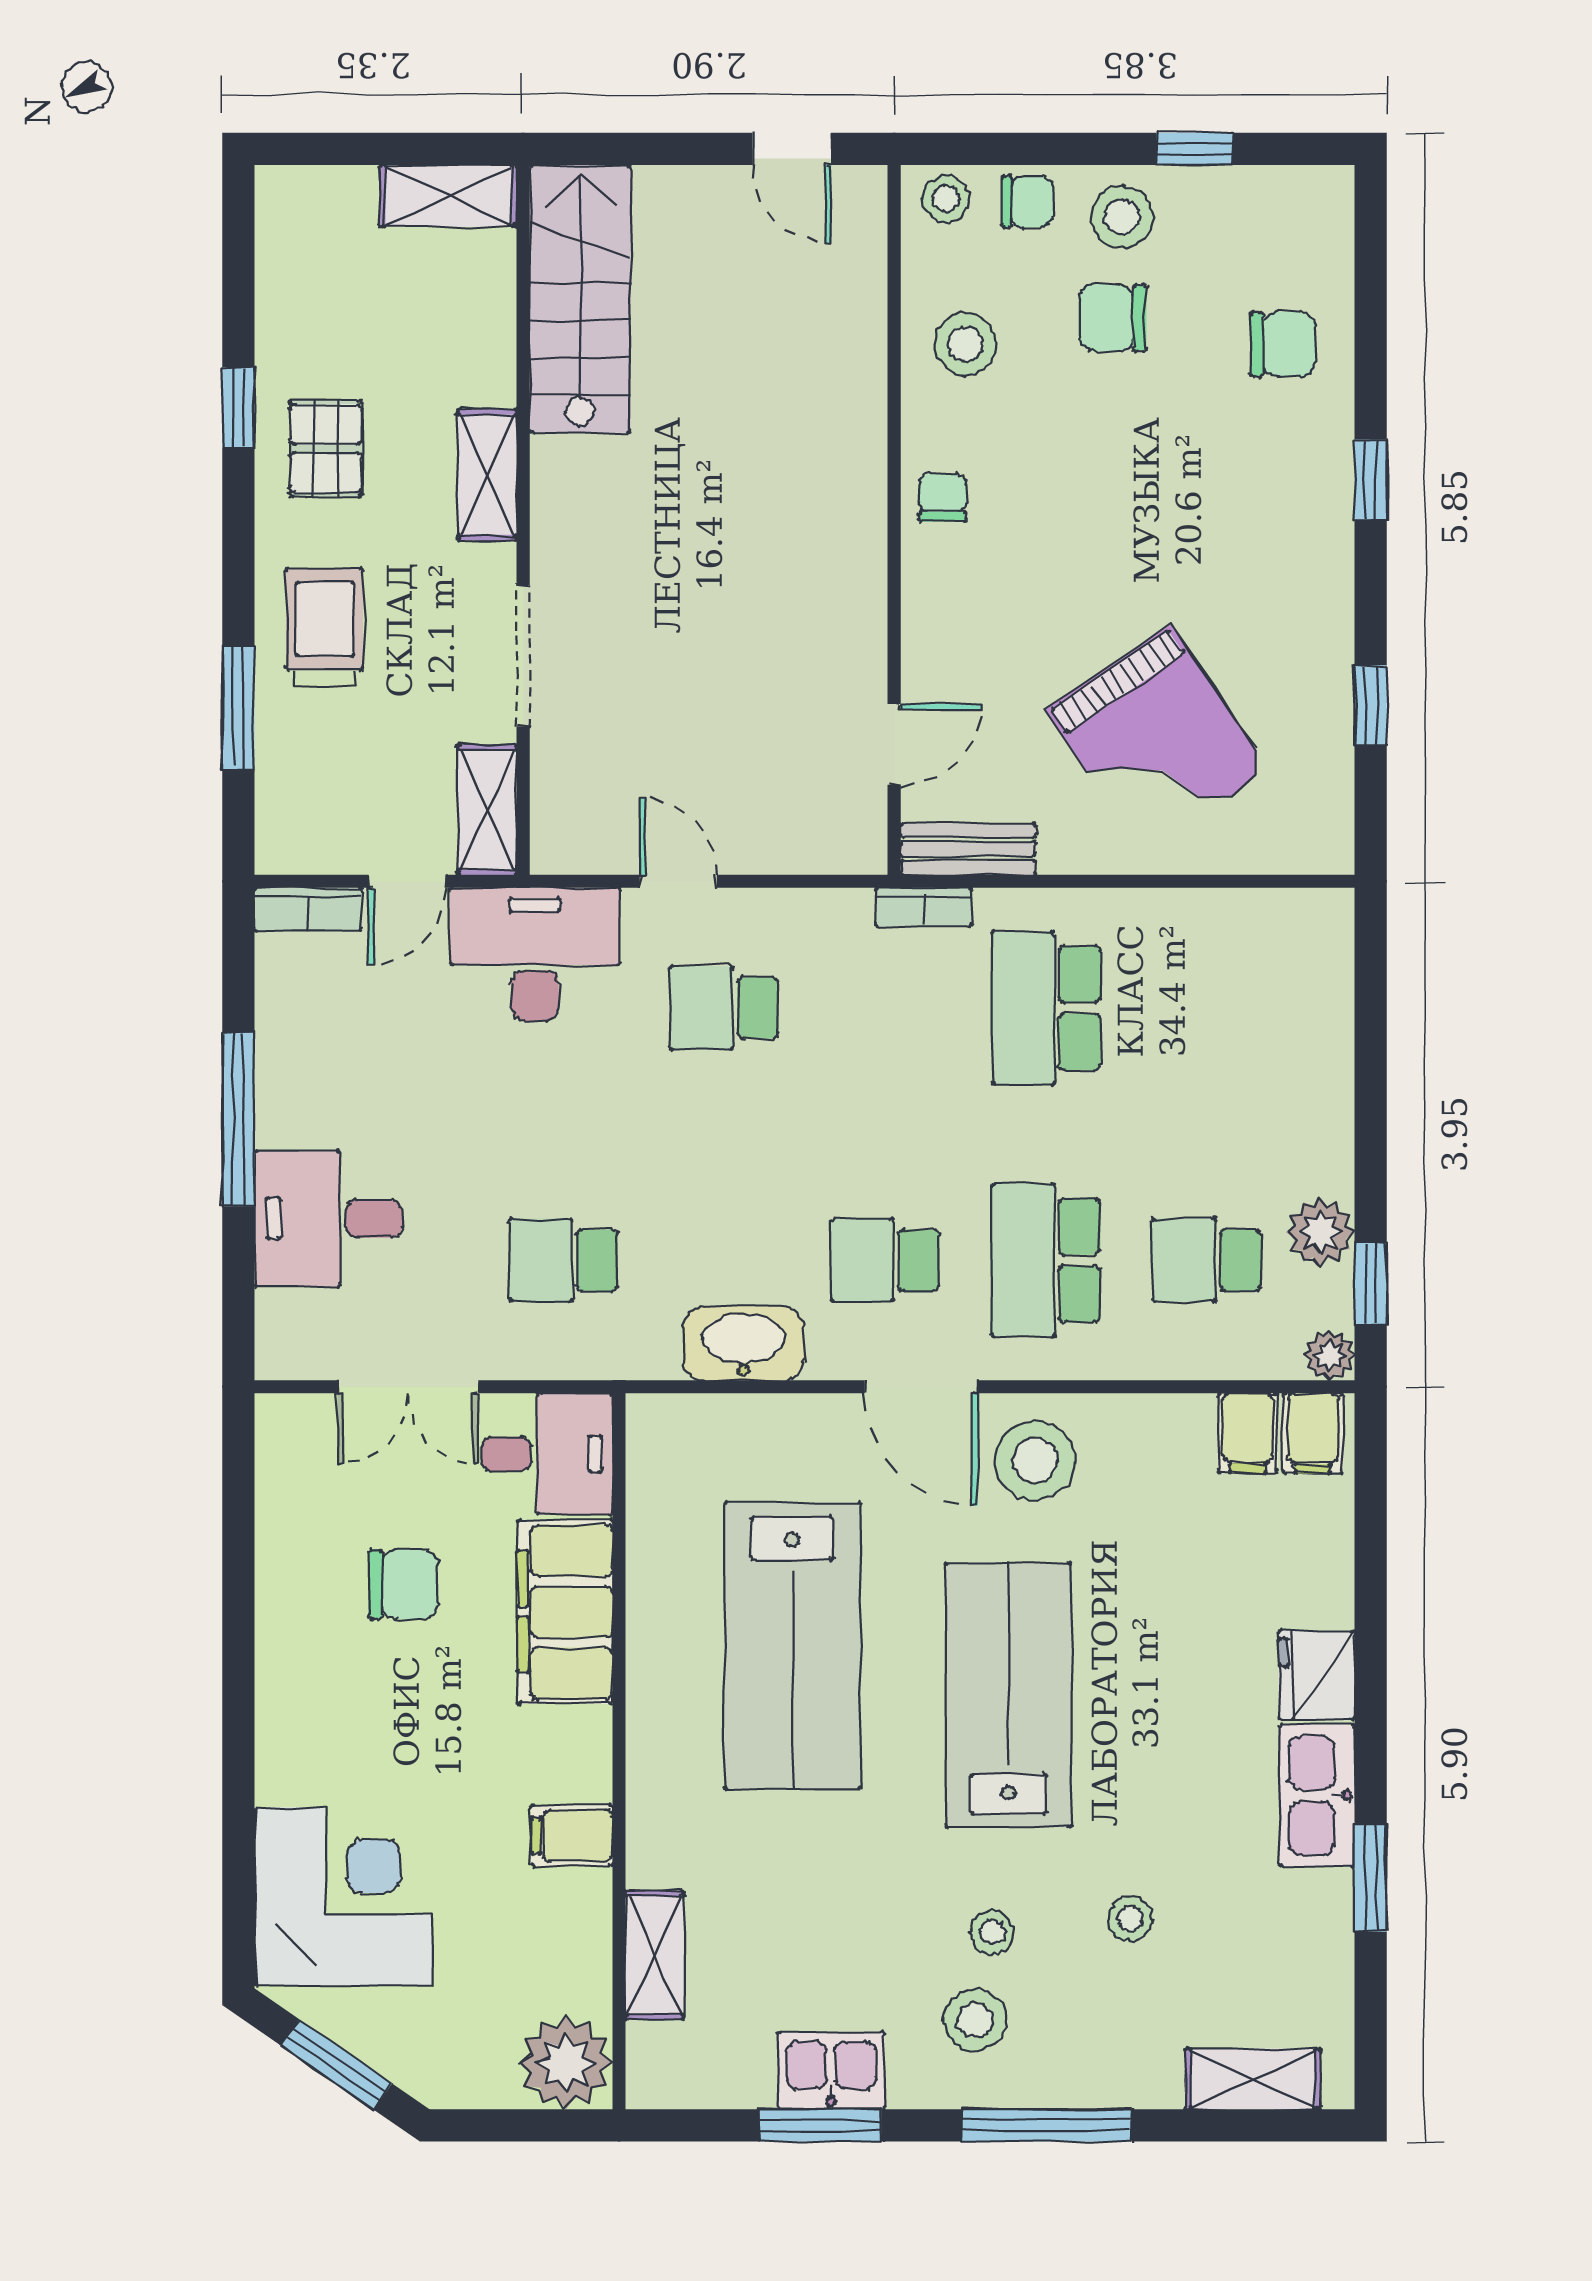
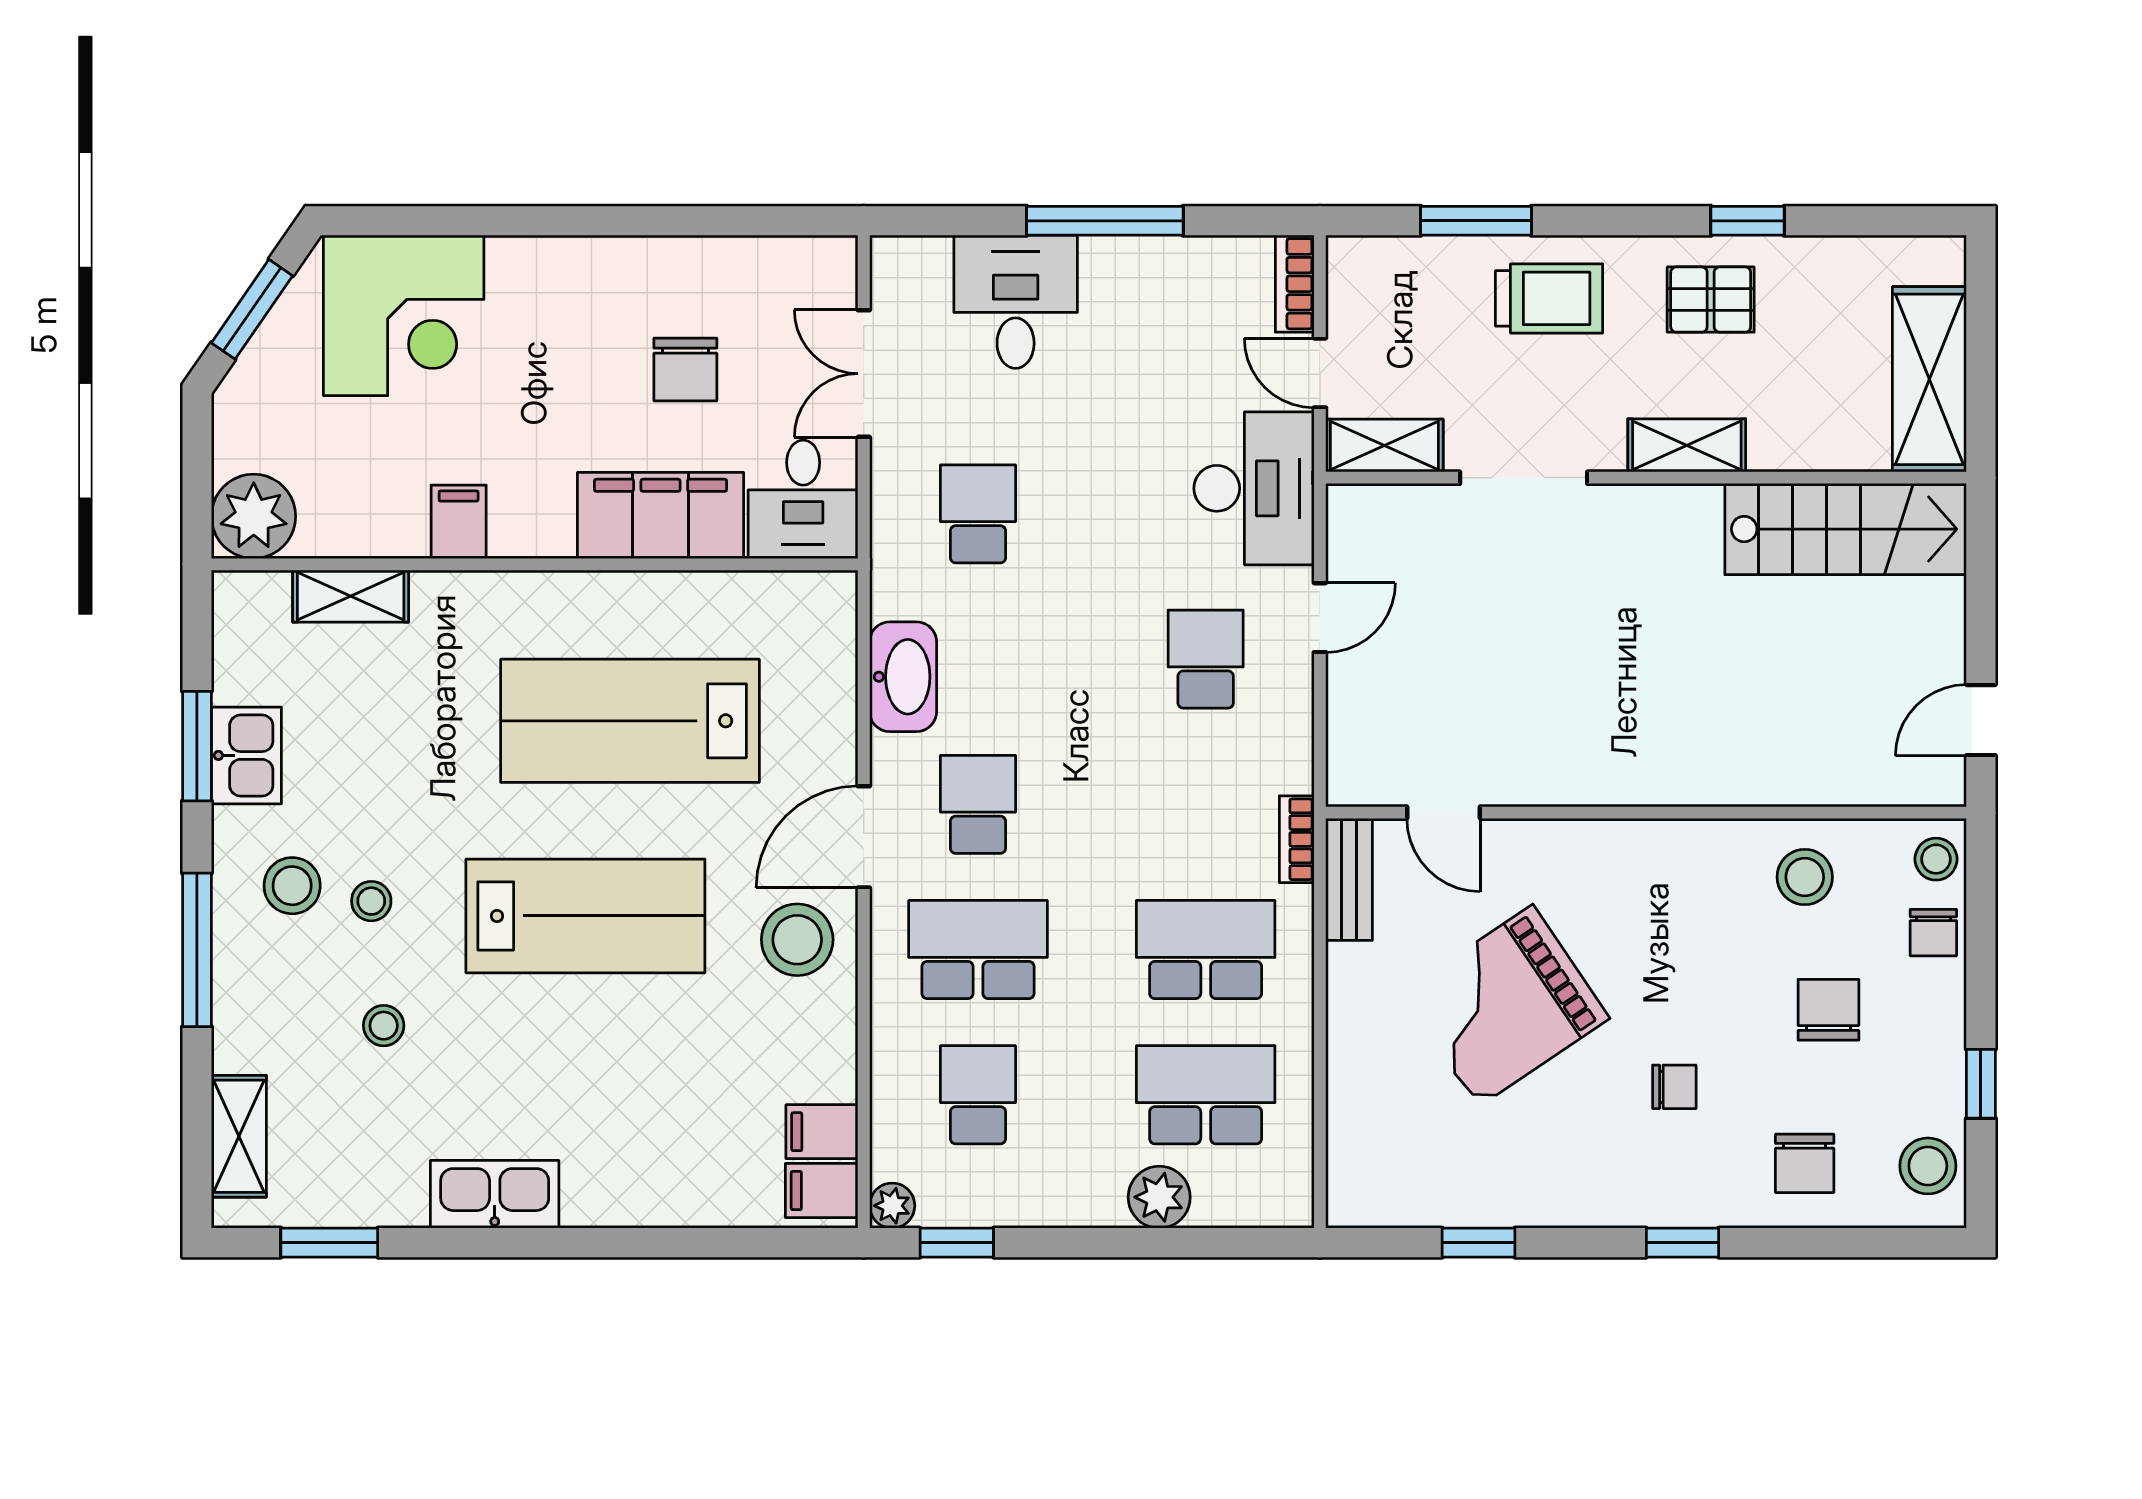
shelving: (448, 196) -> (1929, 379), width x1.50, depth x1.33
stool: (1122, 217) -> (1928, 1166), moved
chair: (943, 497) -> (1674, 1087), moved
grand piano: (1157, 740) -> (1505, 1006), moved
school desk: (1207, 1008) -> (1206, 1095), added
plant: (1320, 1232) -> (1159, 1197), moved
fridge: (1317, 1675) -> (603, 1194), removed
window: (1371, 1878) -> (329, 1243), moved

